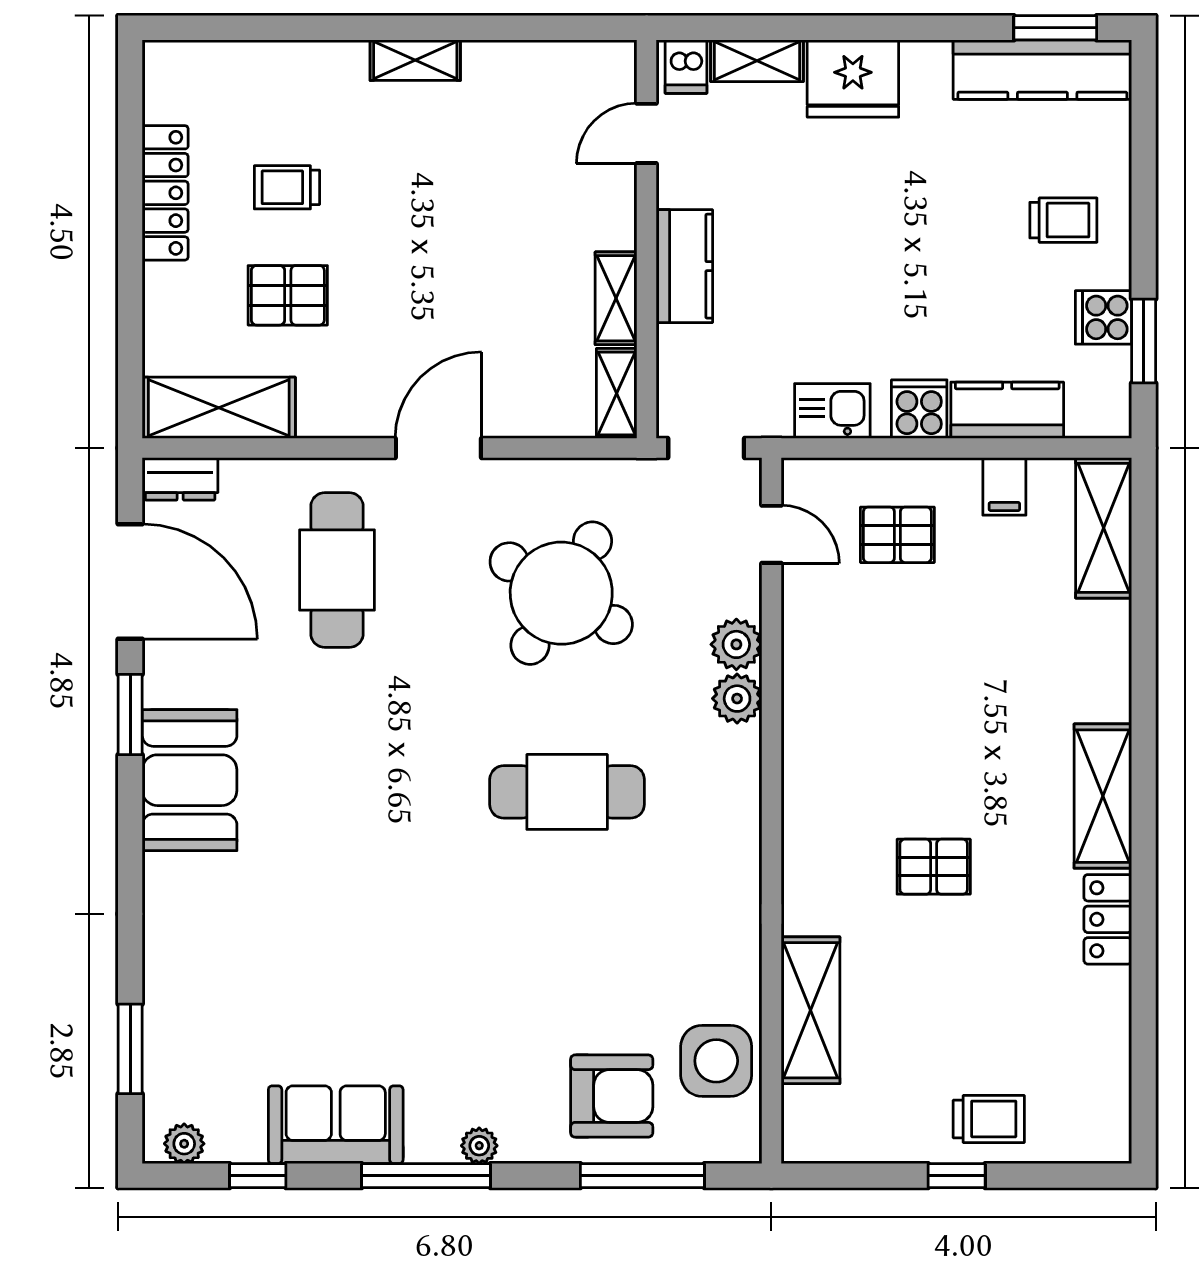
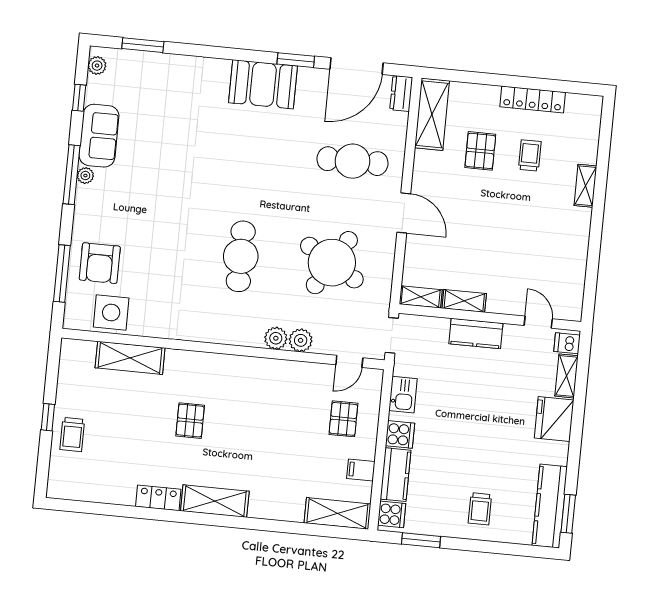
shelving: (415, 60) -> (585, 186), moved
cooker: (1103, 317) -> (392, 514), moved, turned 90
plant: (479, 1146) -> (85, 176), moved

